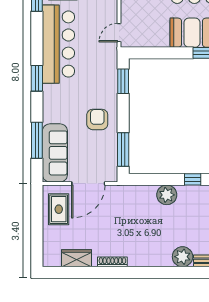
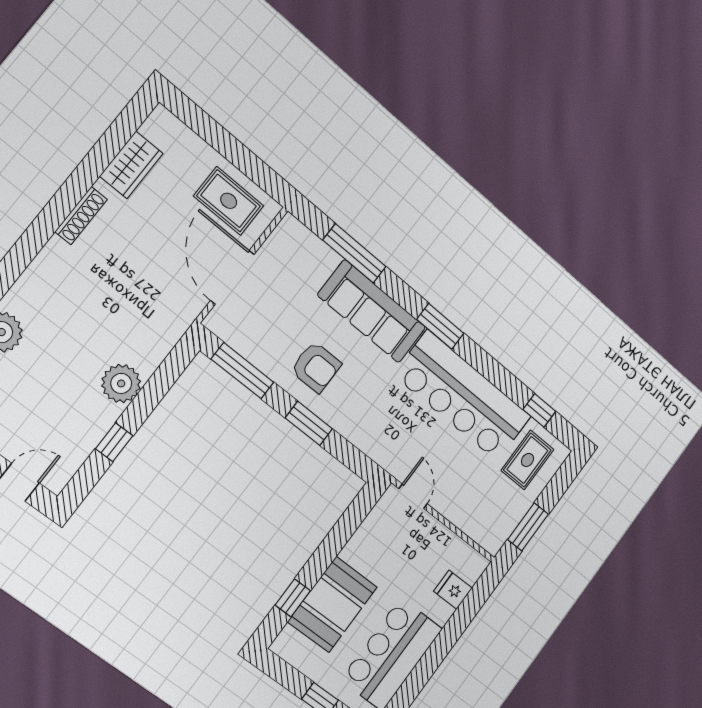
window: (123, 81) -> (309, 423), moved
sofa: (55, 153) -> (372, 311), moved

